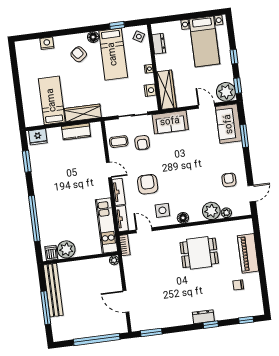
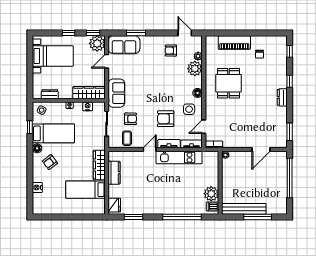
kitchen unit: (107, 226) -> (179, 157), moved
dresser: (203, 317) -> (282, 97), moved

